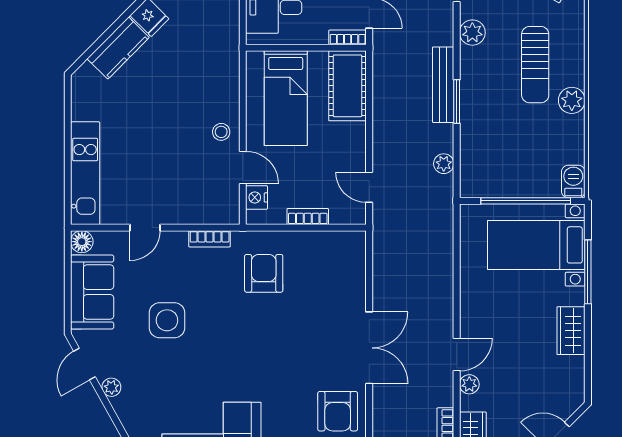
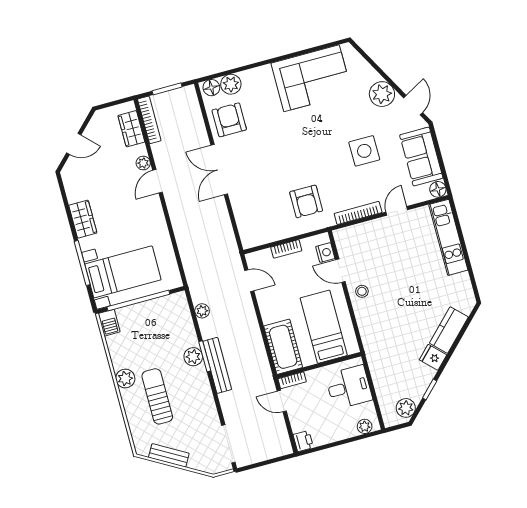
plant: (472, 33) -> (193, 357), moved
bookcase: (210, 239) -> (358, 213), width x1.56
plant: (111, 387) -> (382, 94), width x1.88, depth x1.88

